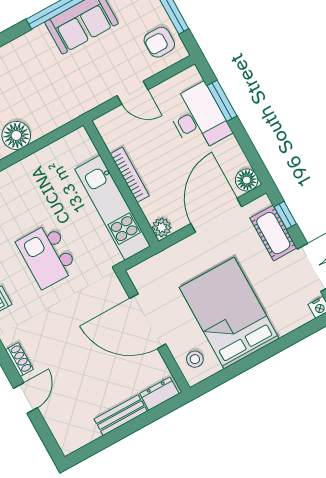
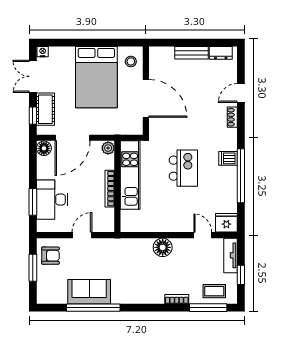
door: (133, 93) -> (82, 235), hinge flipped
dresser: (159, 394) -> (221, 53), moved

